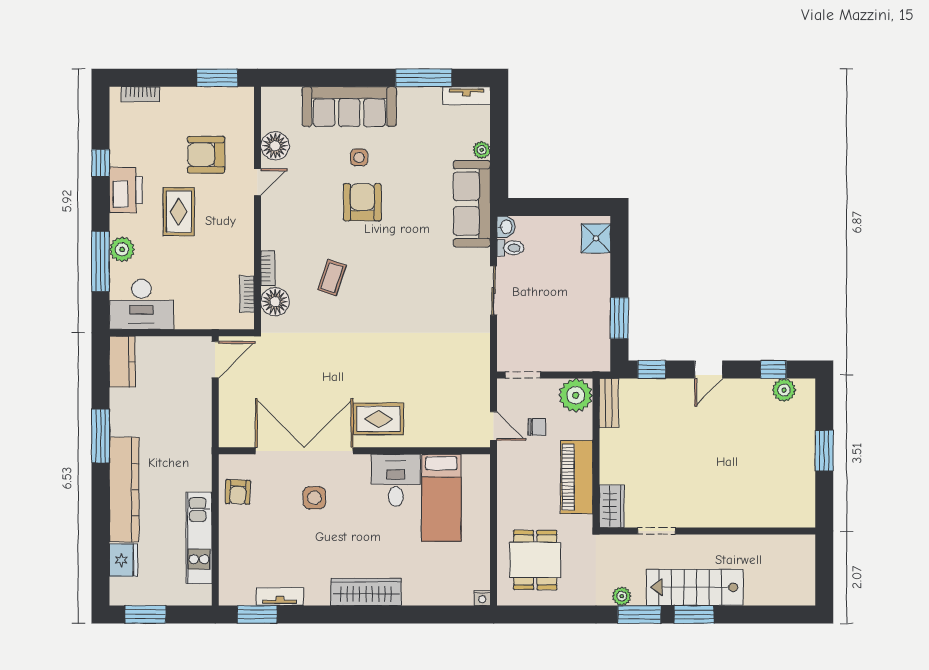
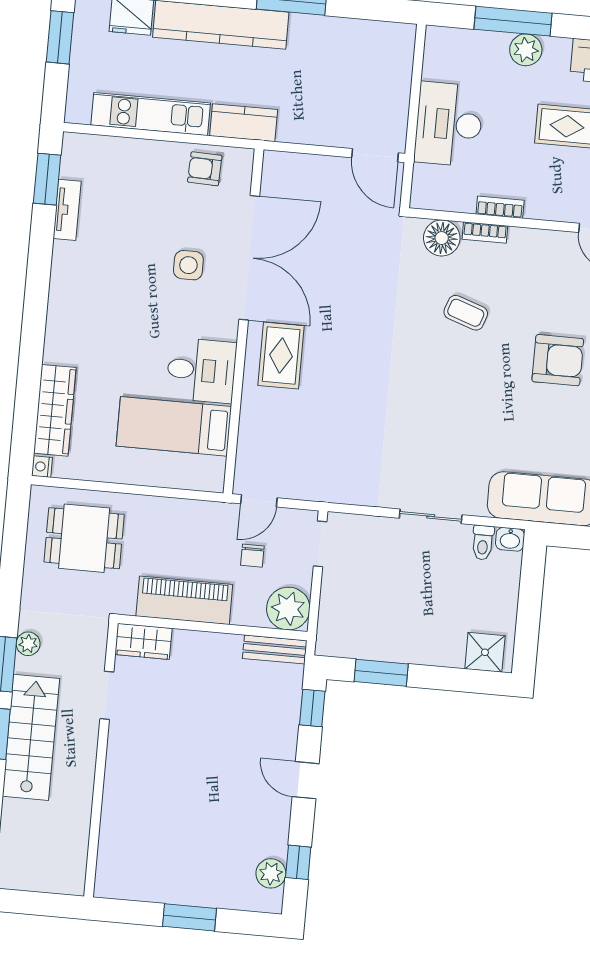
bookcase: (247, 294) -> (500, 207), moved
desk: (141, 304) -> (449, 124), moved
kitchen counter: (122, 362) -> (244, 123), moved, turned 180
wardrobe: (366, 592) -> (55, 410), moved

